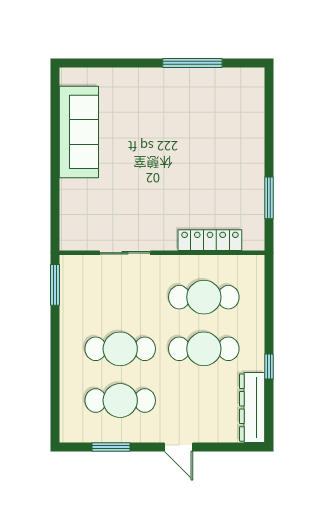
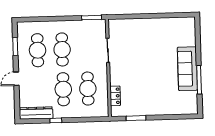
sofa: (79, 132) -> (187, 69), moved, turned 90
locker: (210, 240) -> (115, 96), width x0.66

